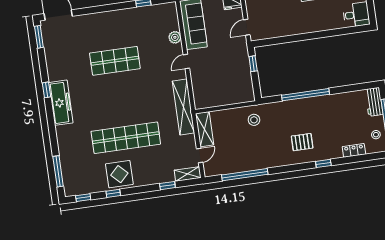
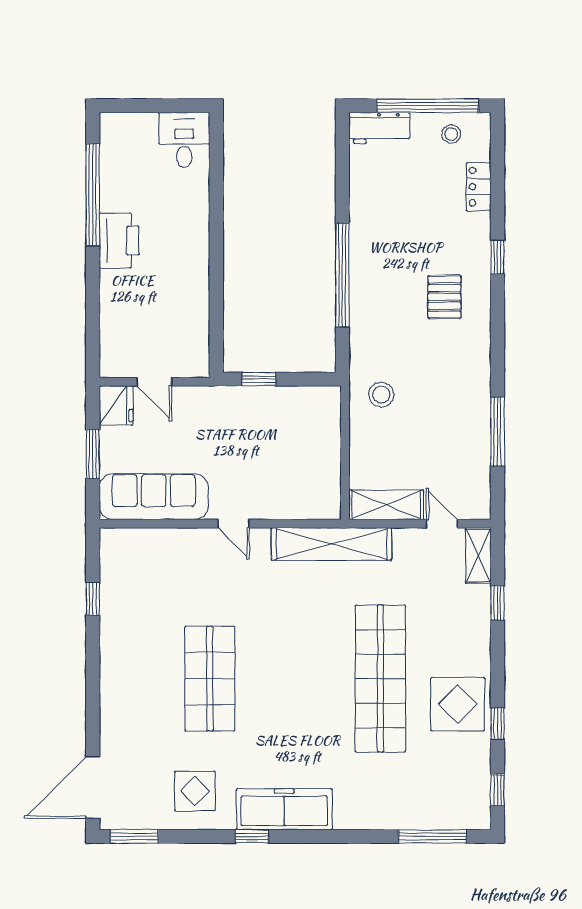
door: (247, 27) -> (154, 382), moved
plant: (175, 37) -> (177, 541), removed
display table: (63, 61) -> (195, 791), added
window: (245, 175) -> (497, 432), width x0.68

